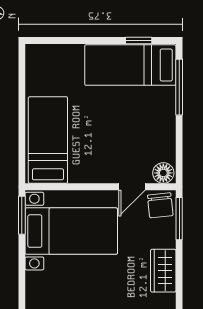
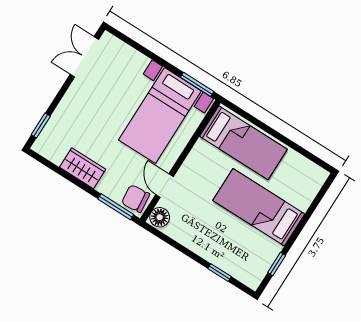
bed: (130, 65) -> (259, 207), moved, turned -90
window: (179, 87) -> (219, 273), width x0.46

